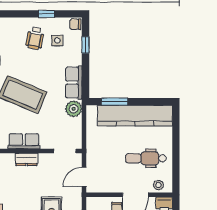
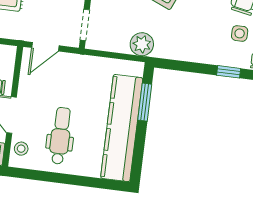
row of seats: (74, 83) -> (178, 49), removed
door: (84, 177) -> (45, 47), swing flipped

